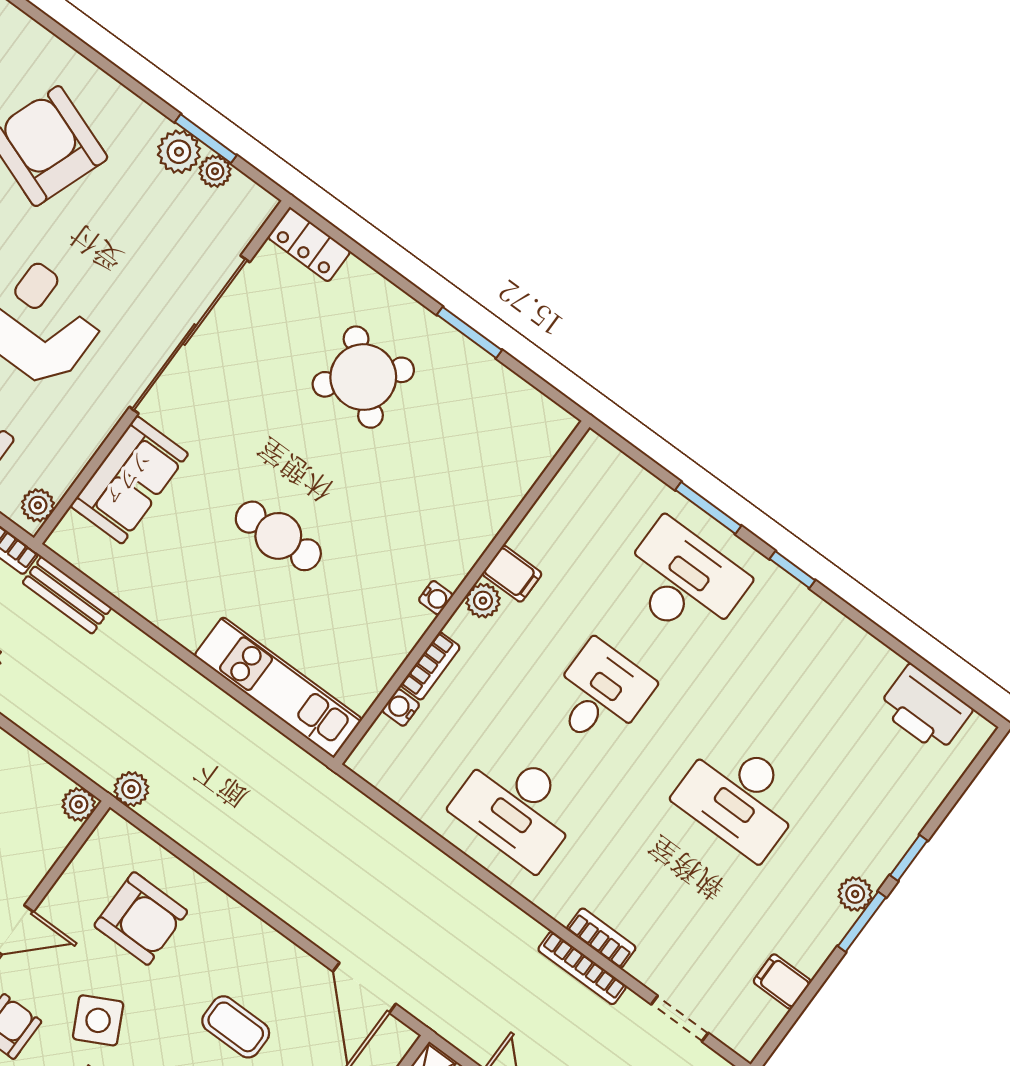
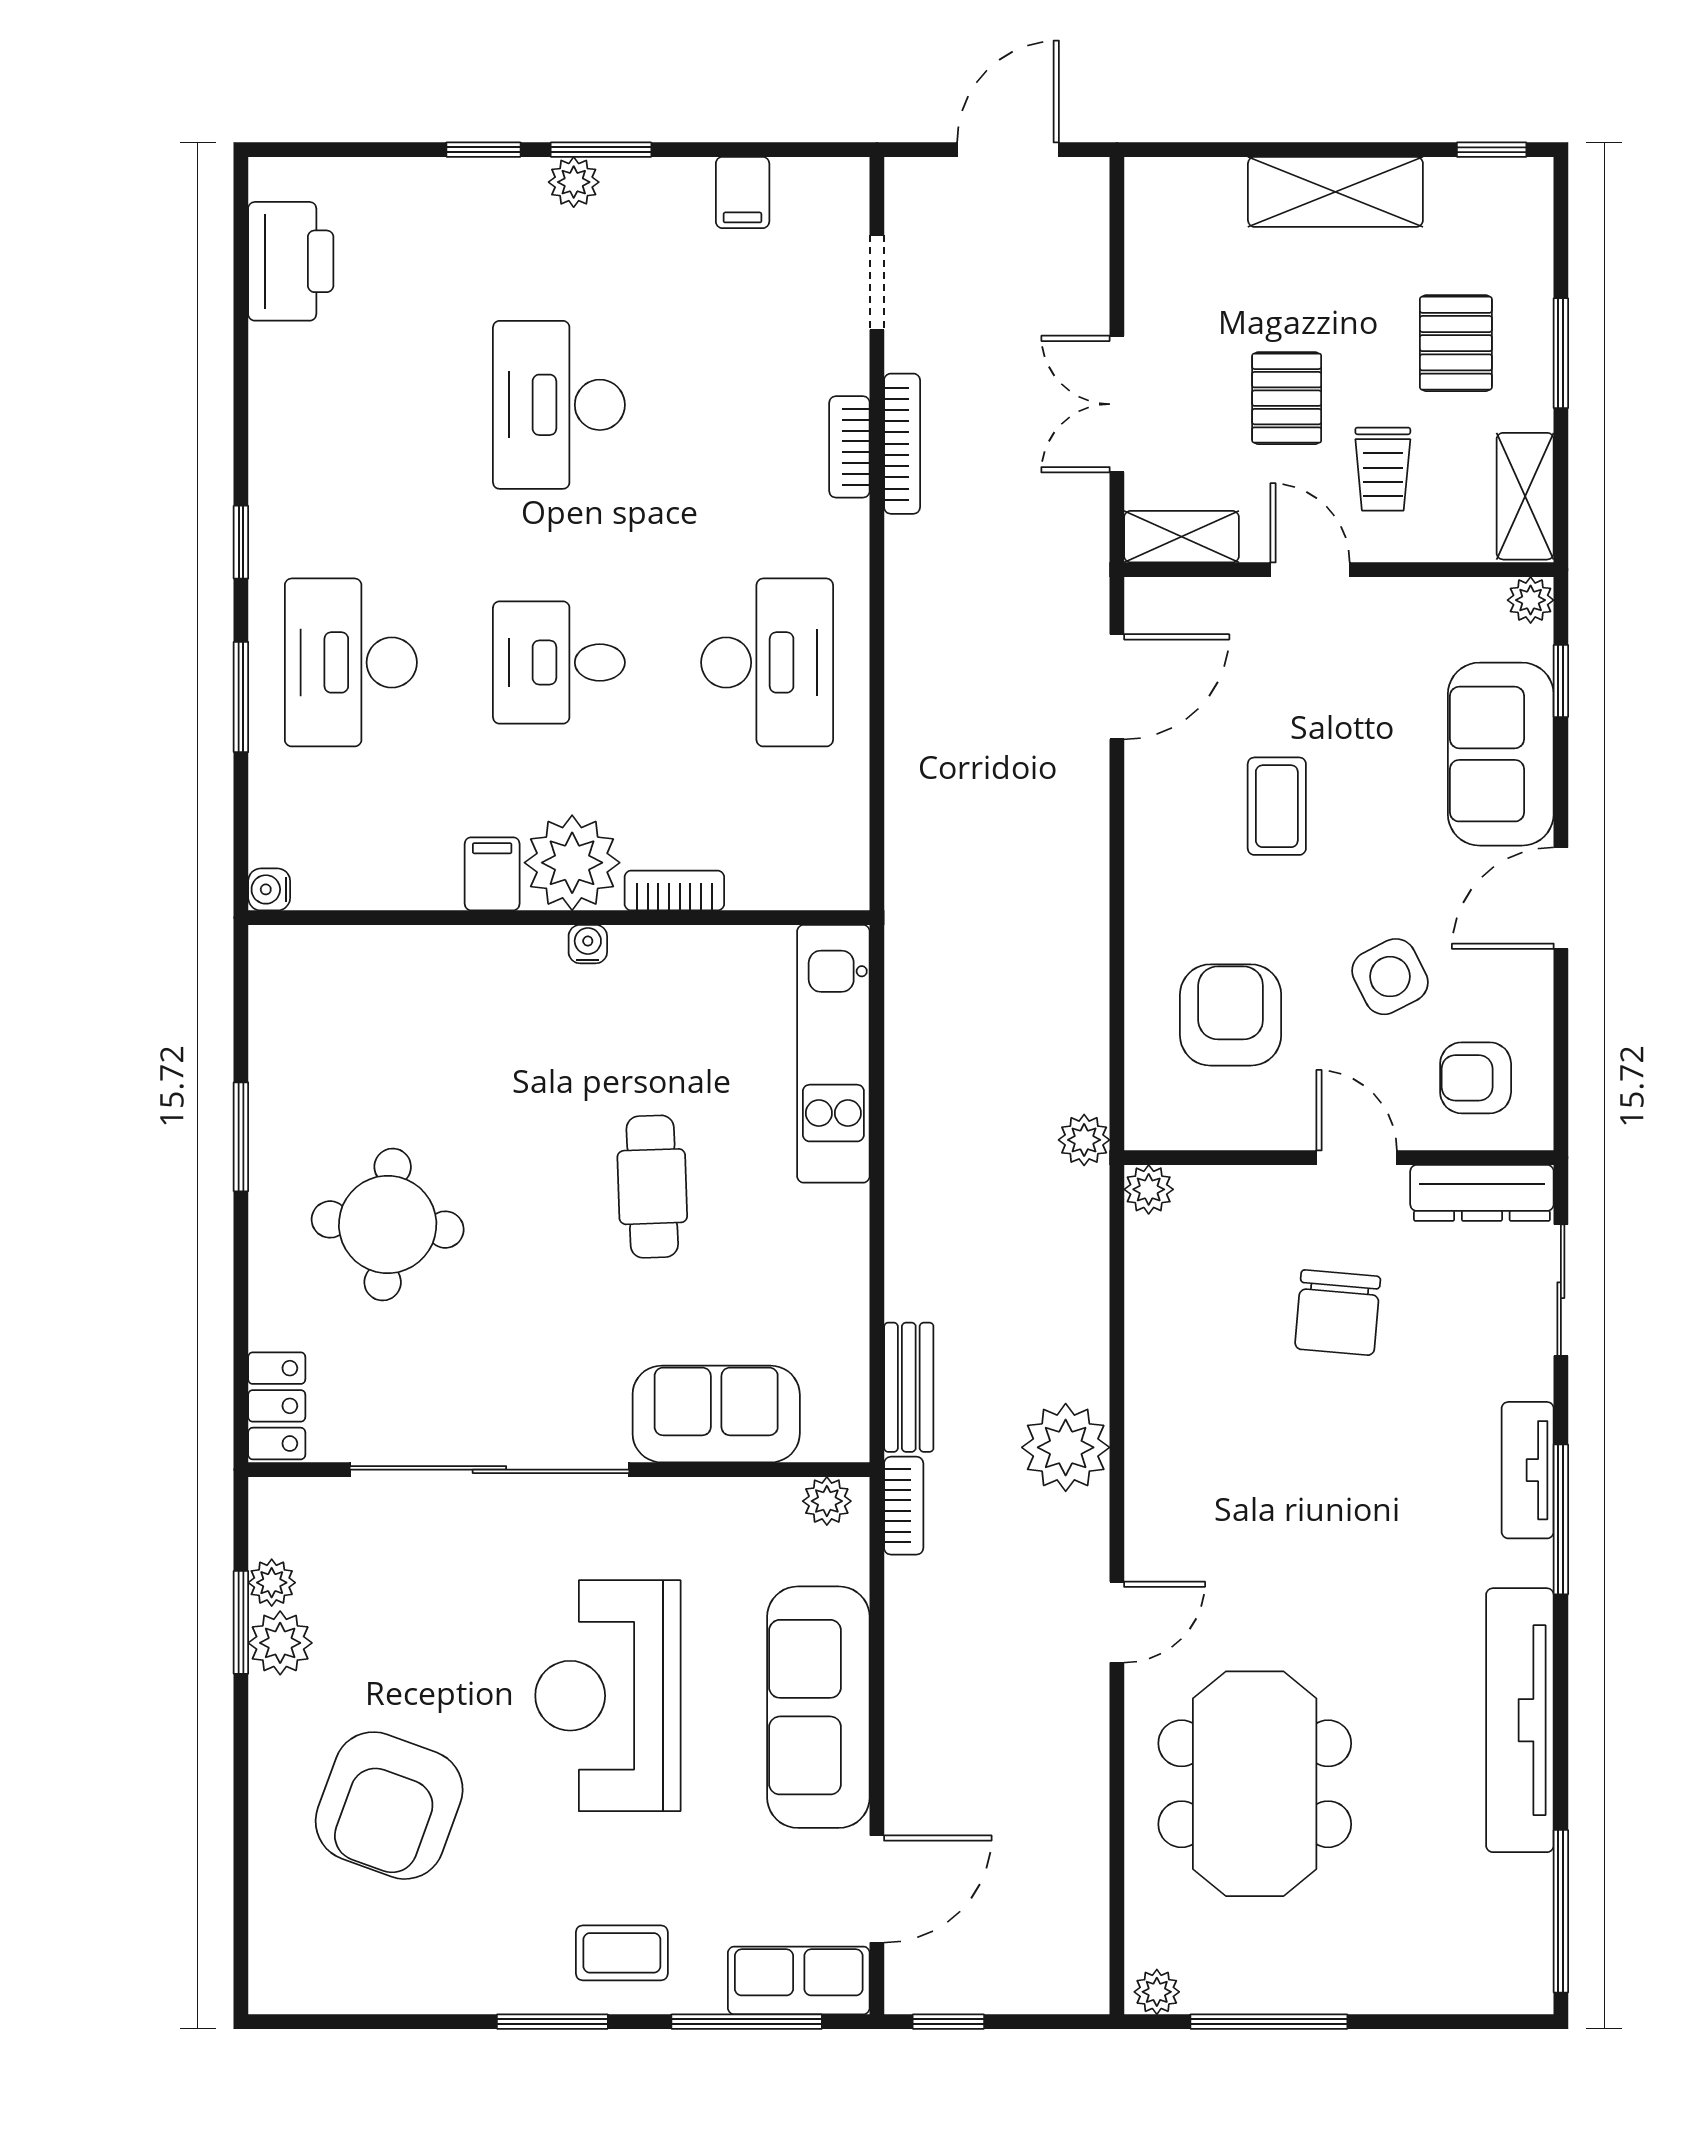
round table: (363, 377) -> (388, 1225), turned -38
plant: (483, 601) -> (572, 863), width x1.88, depth x1.88
water cooler: (401, 708) -> (269, 889), moved, turned 90
desk: (740, 797) -> (559, 405), turned 180

